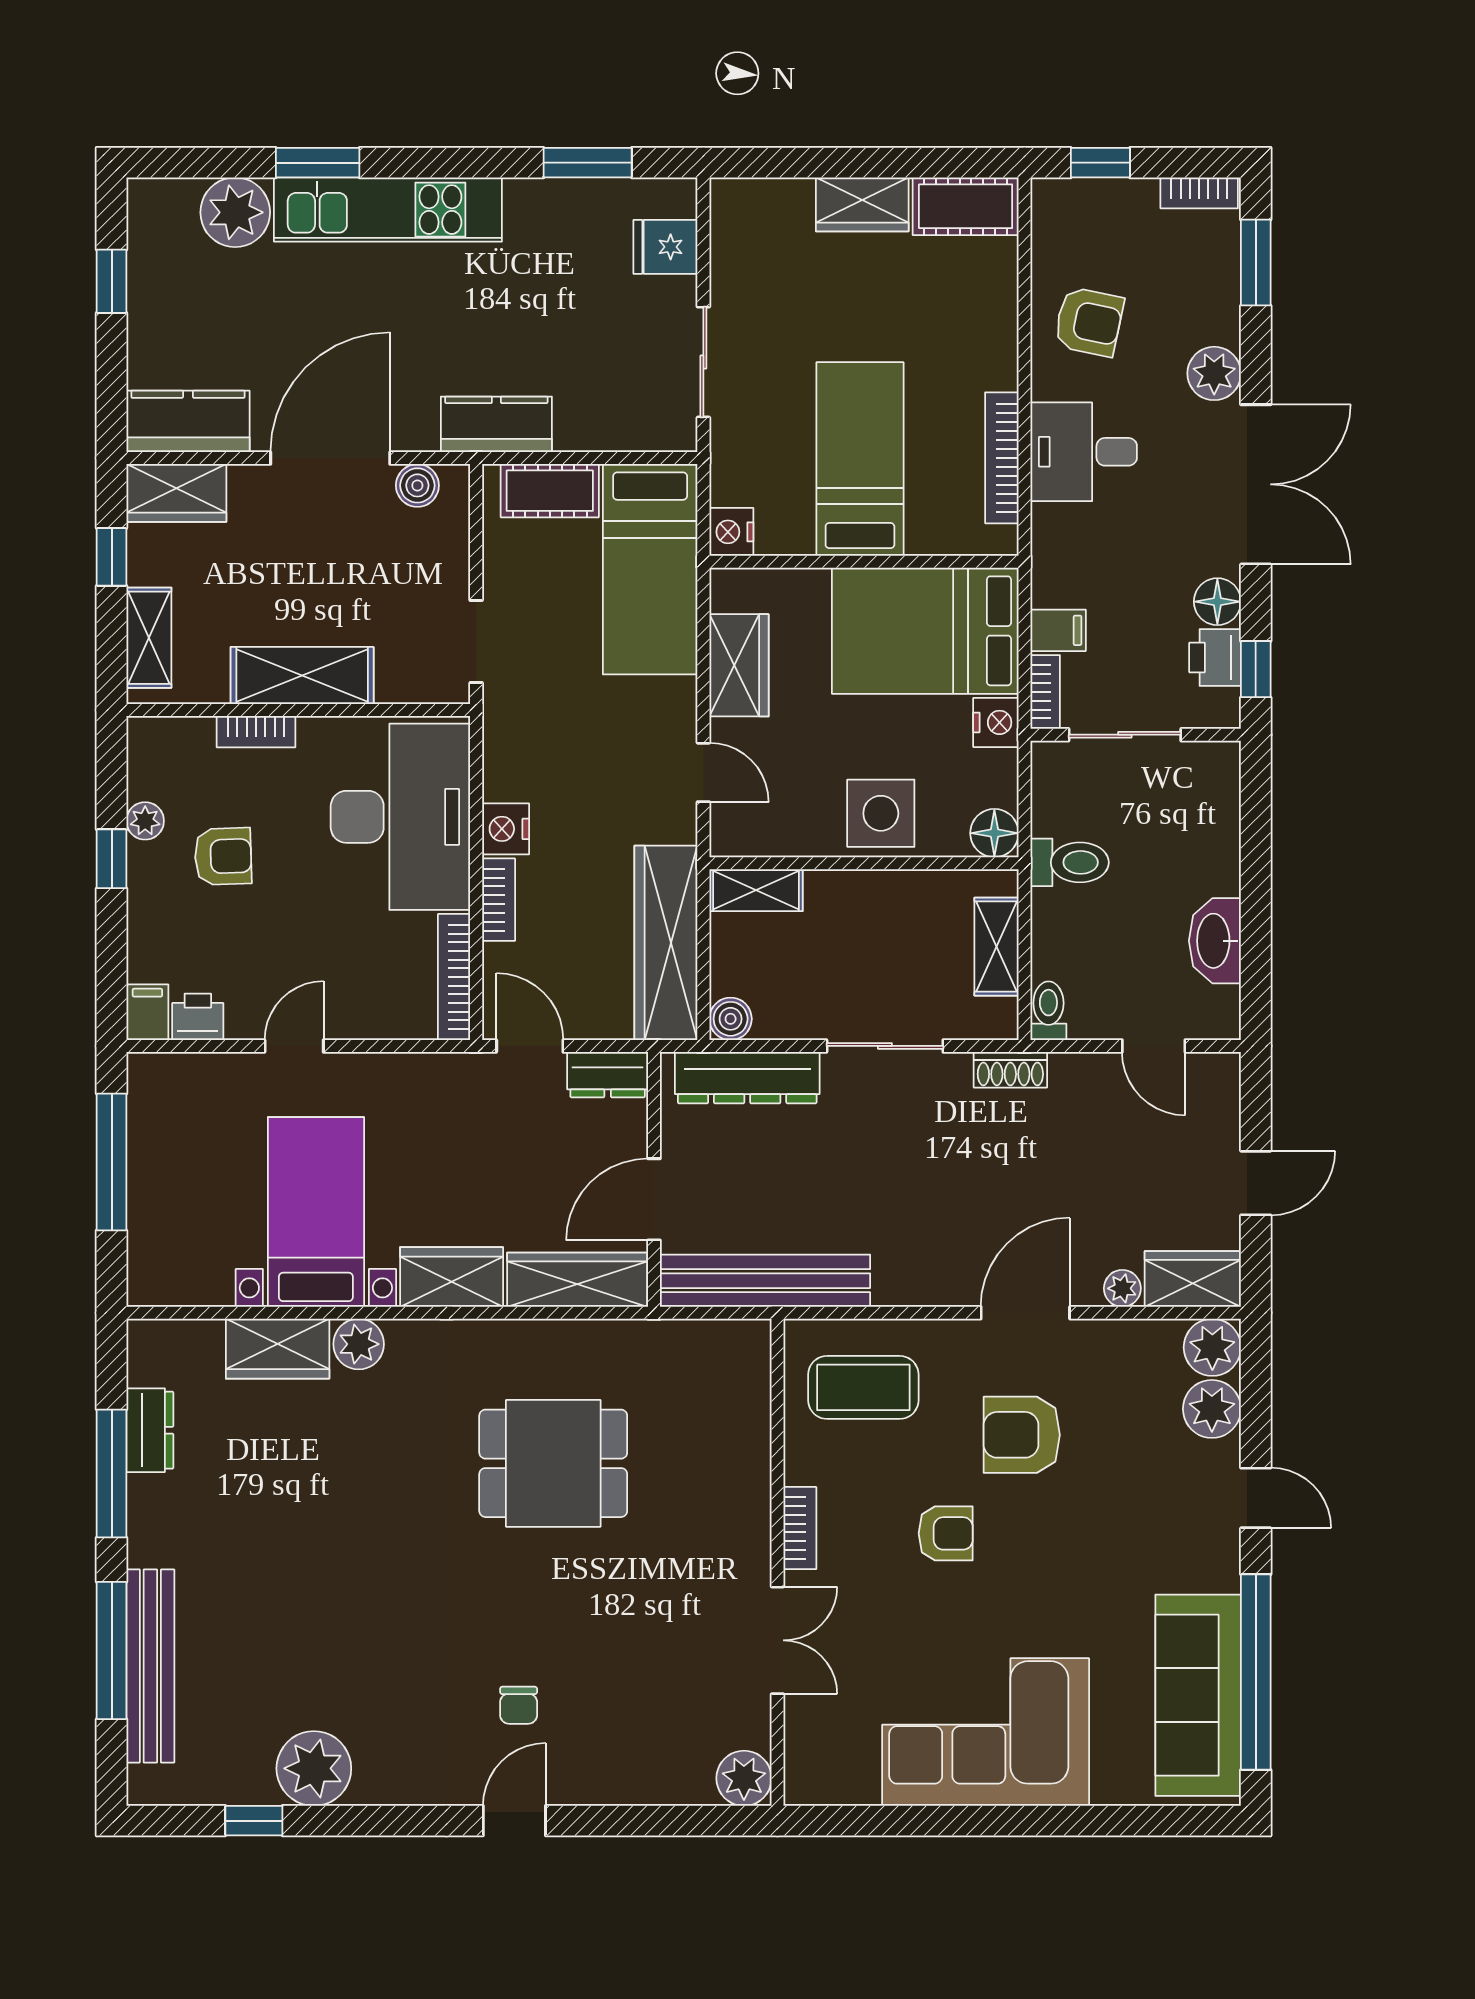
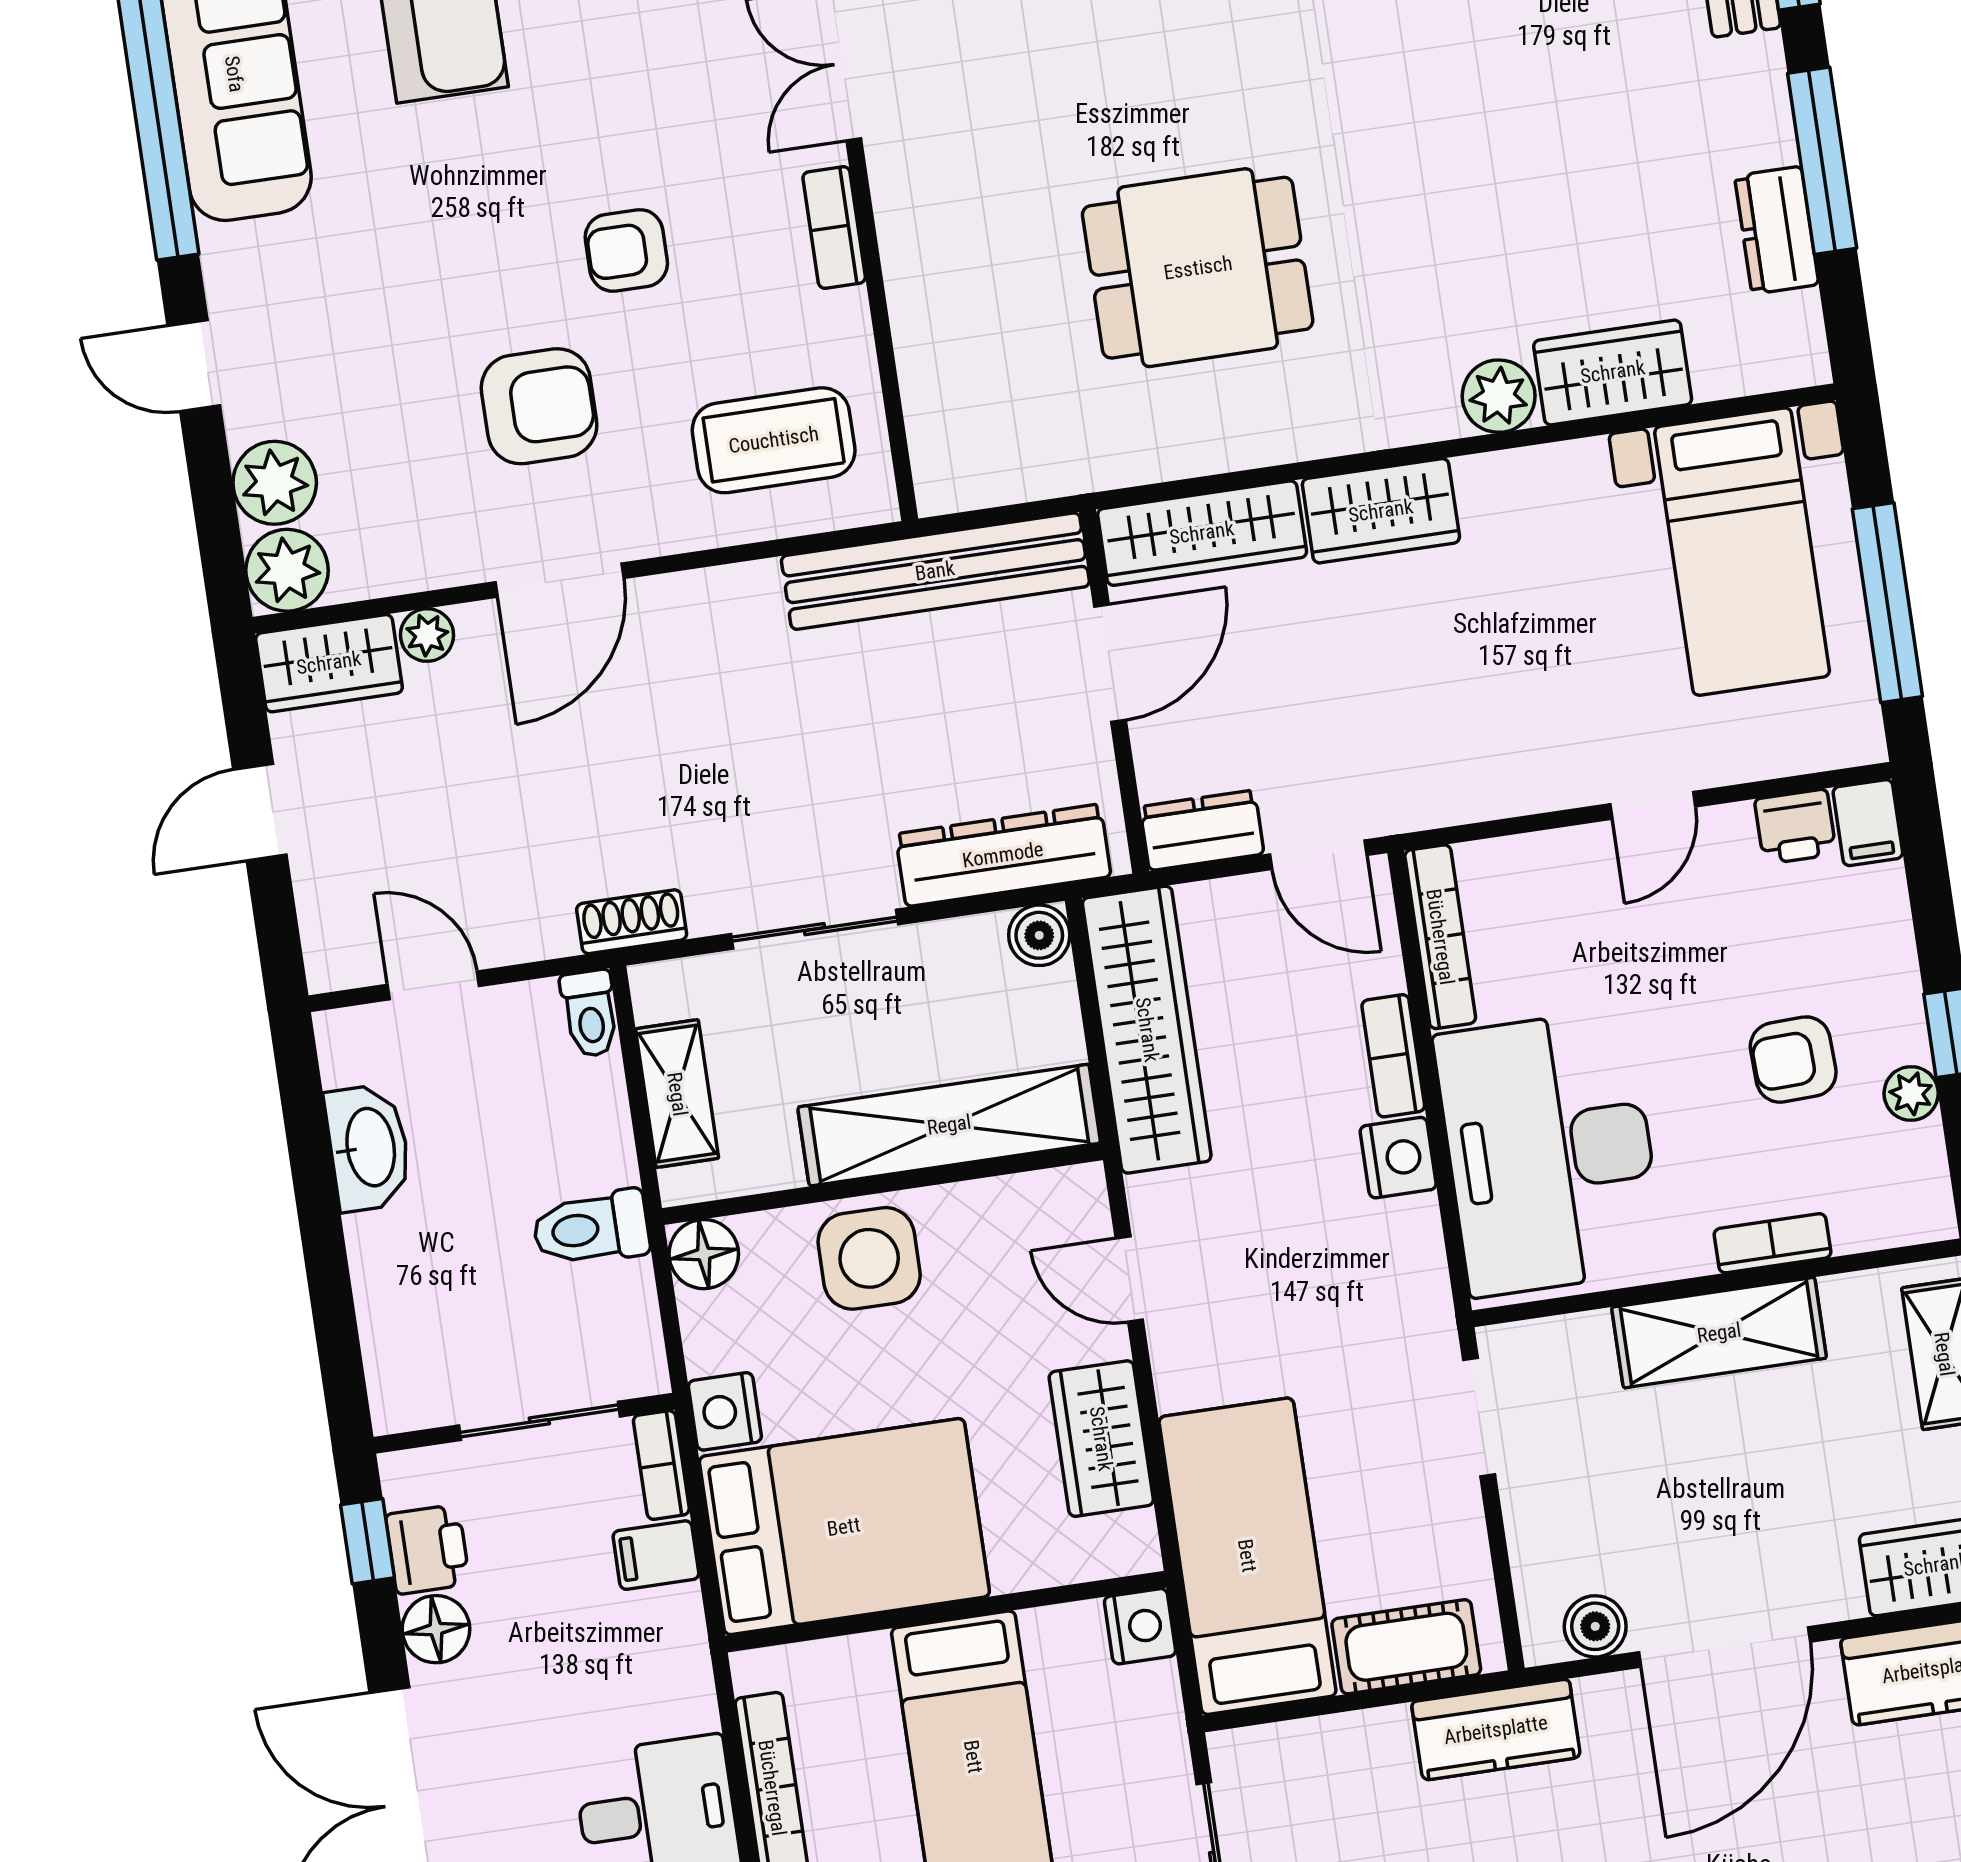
shelving: (756, 890) -> (949, 1125), width x2.20, depth x1.33
bed with nightstands: (316, 1212) -> (1742, 552), moved

